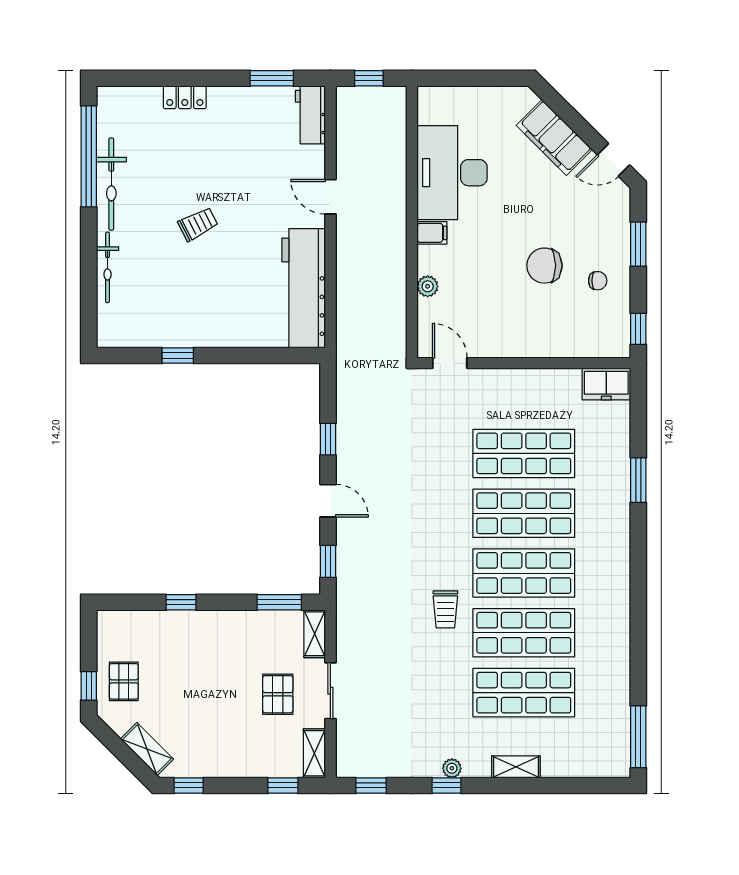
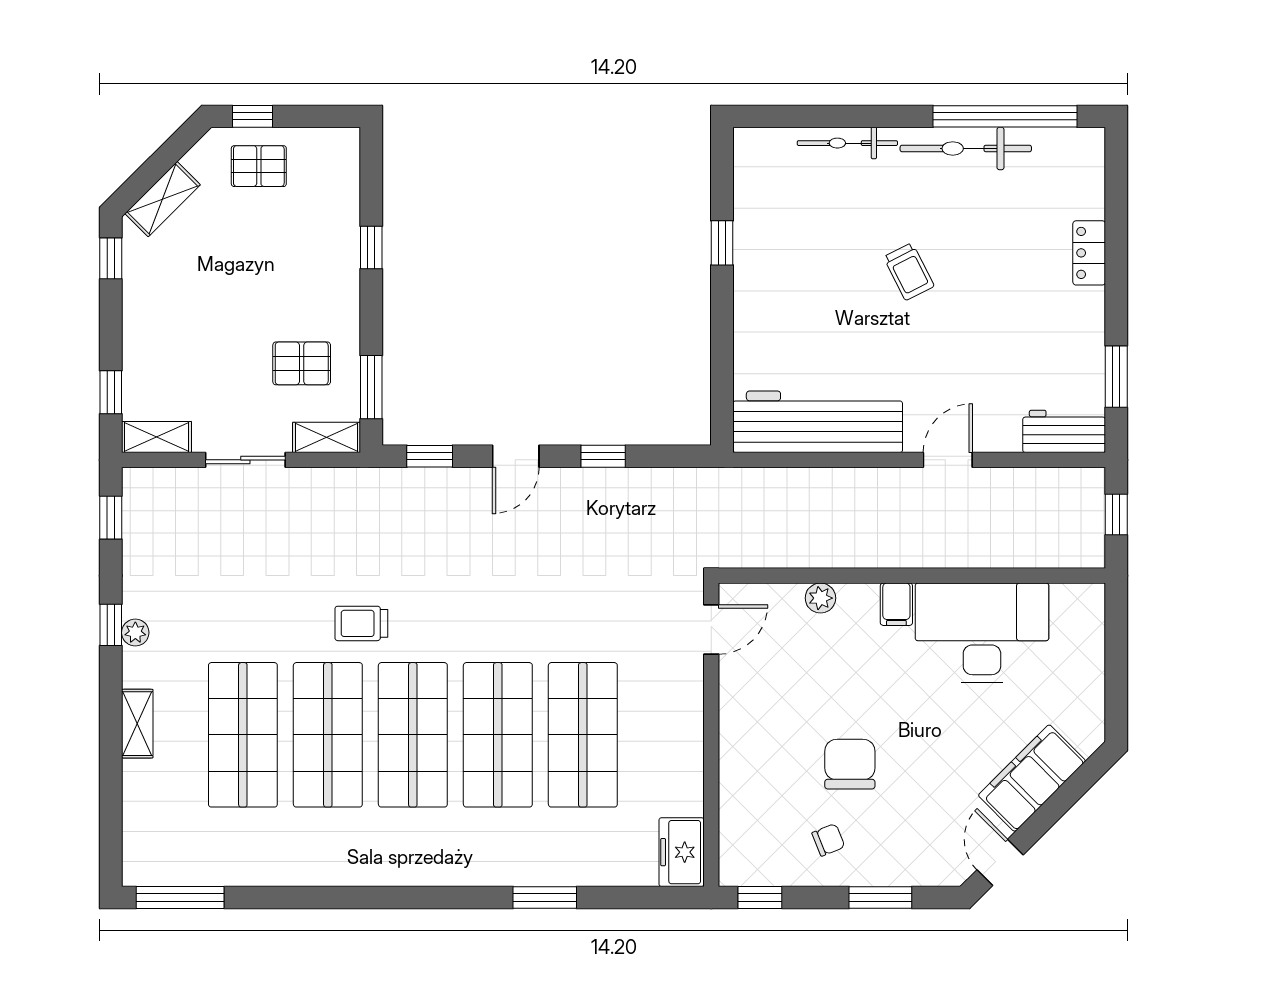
chair: (598, 281) -> (828, 840), turned -112
pallet: (278, 694) -> (302, 363), moved

